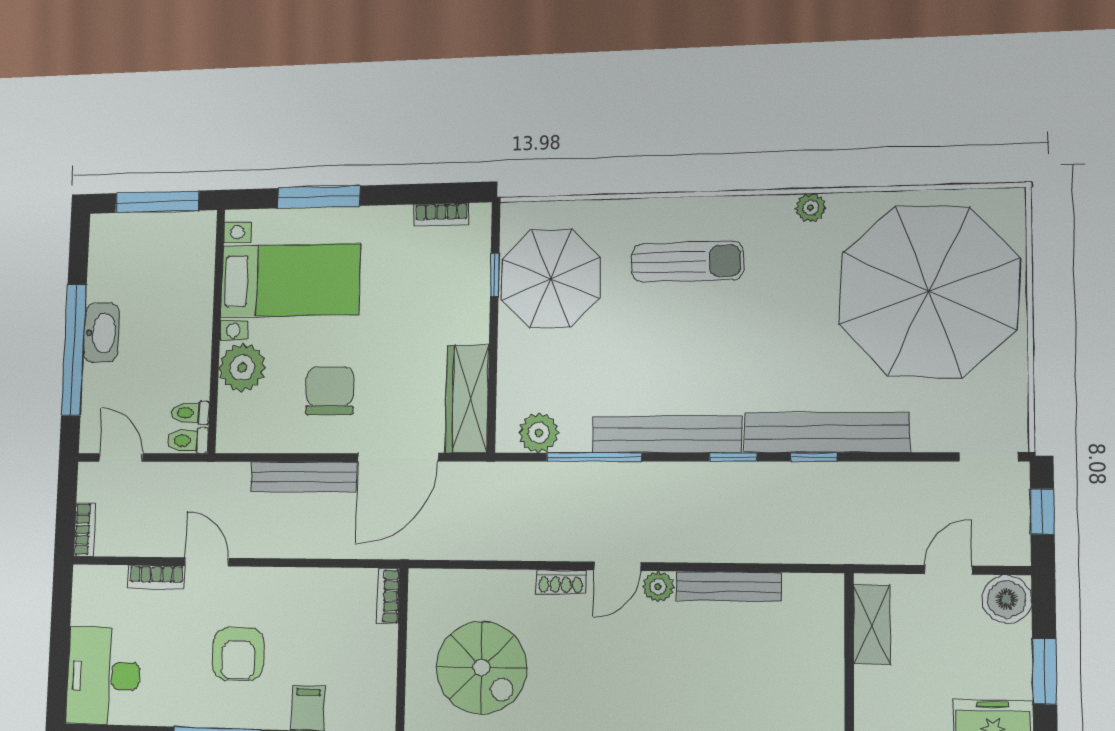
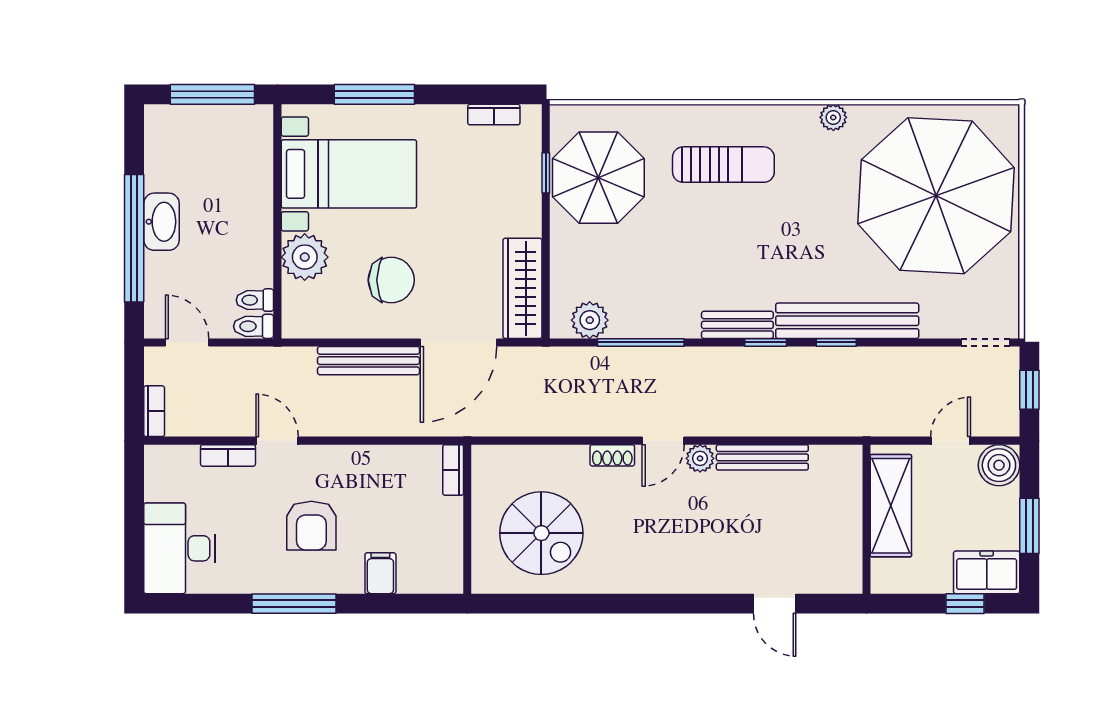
chair: (330, 391) -> (391, 280), turned 90
bench: (667, 434) -> (737, 325), width x0.54, depth x0.82
shelving: (872, 624) -> (891, 506), width x1.50, depth x1.33

